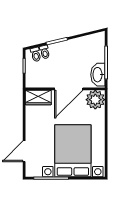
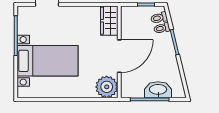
washbasin: (98, 75) -> (158, 90), moved
door: (69, 89) -> (119, 56), swing flipped
bed with nightstands: (73, 151) -> (47, 61), width x0.73

